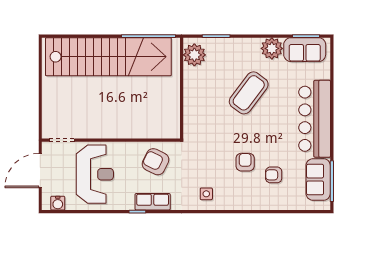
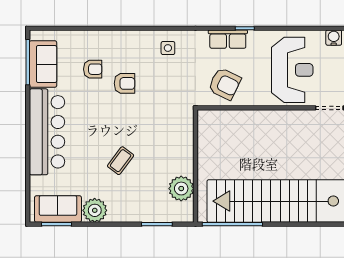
plant: (194, 55) -> (181, 189), moved
coffee table: (249, 93) -> (121, 161), width x0.54, depth x0.58
armchair: (245, 162) -> (125, 83), turned -90
reception desk: (95, 174) -> (292, 70), turned 180

